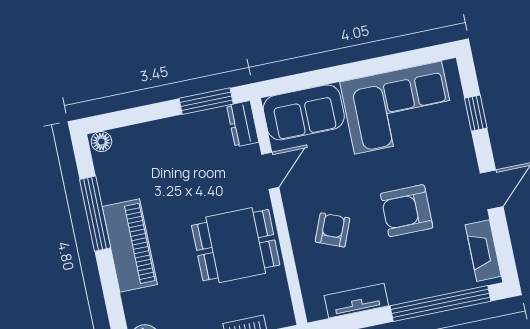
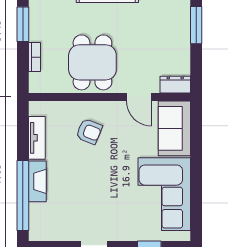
window: (206, 101) -> (196, 25), moved
armchair: (407, 211) -> (92, 185), removed
fireplace: (483, 251) -> (37, 181), moved, turned 90

